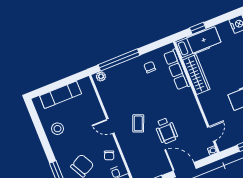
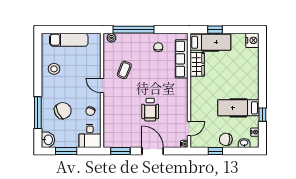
wardrobe: (196, 75) -> (197, 64), width x0.67
coffee table: (138, 123) -> (124, 70), moved

